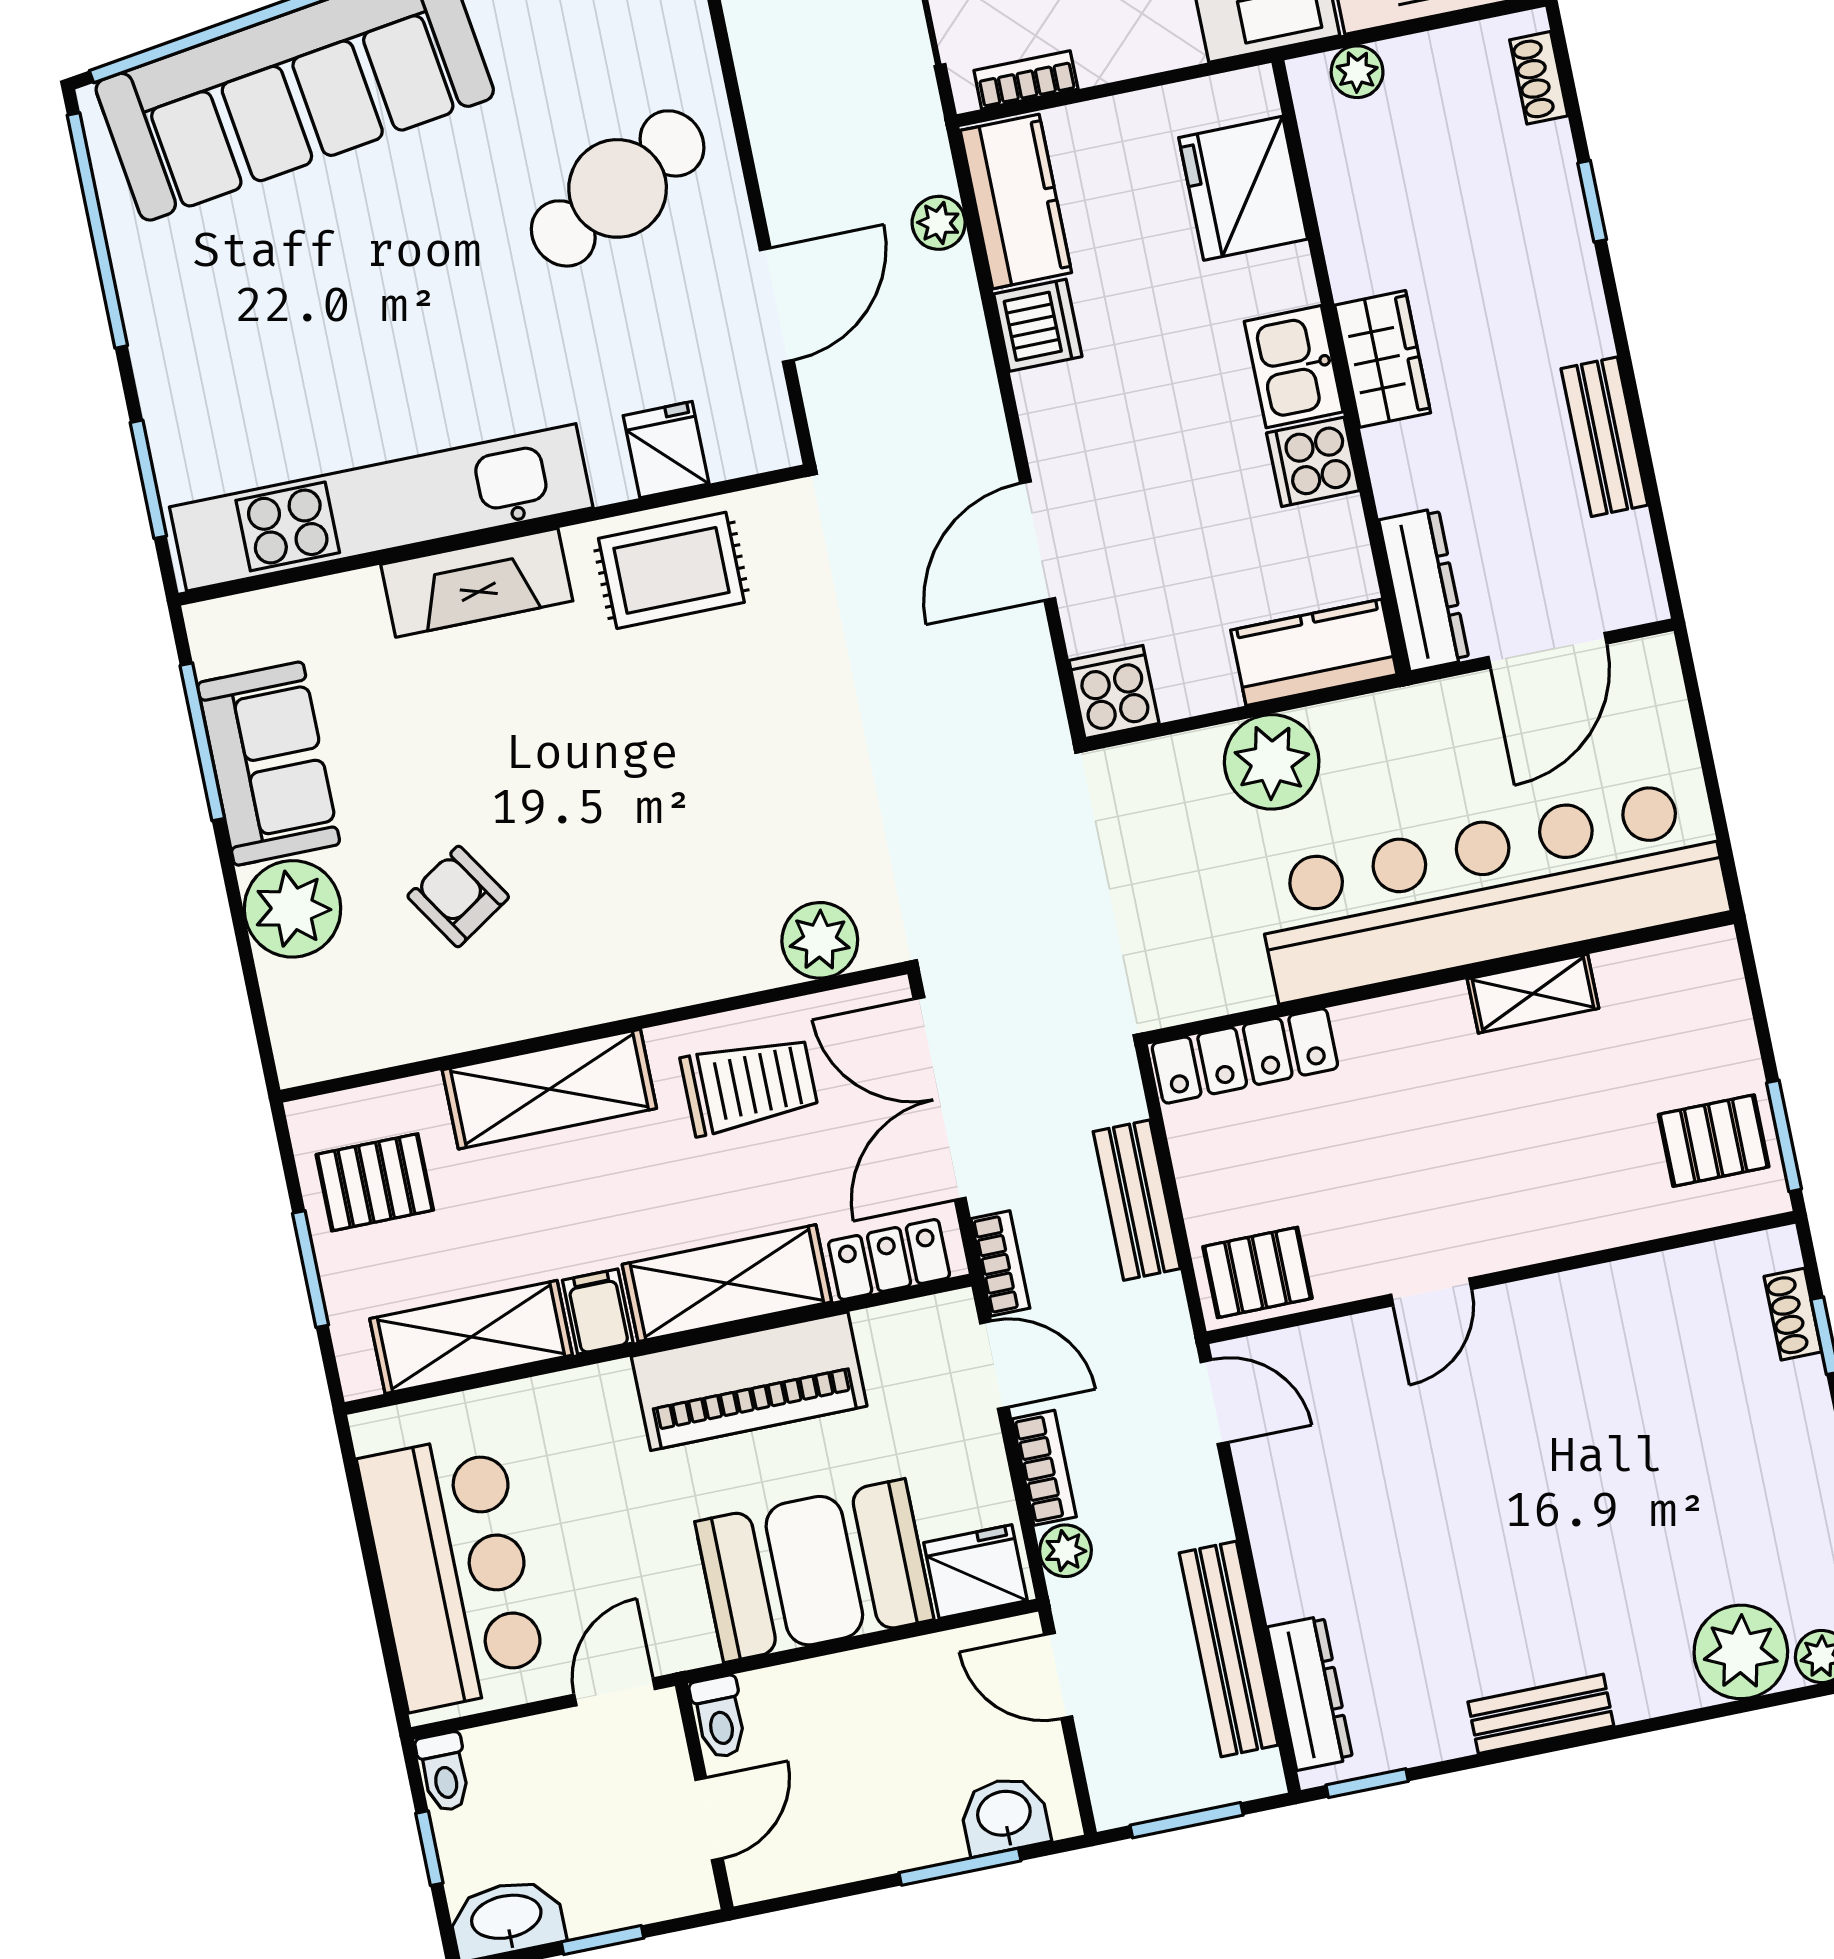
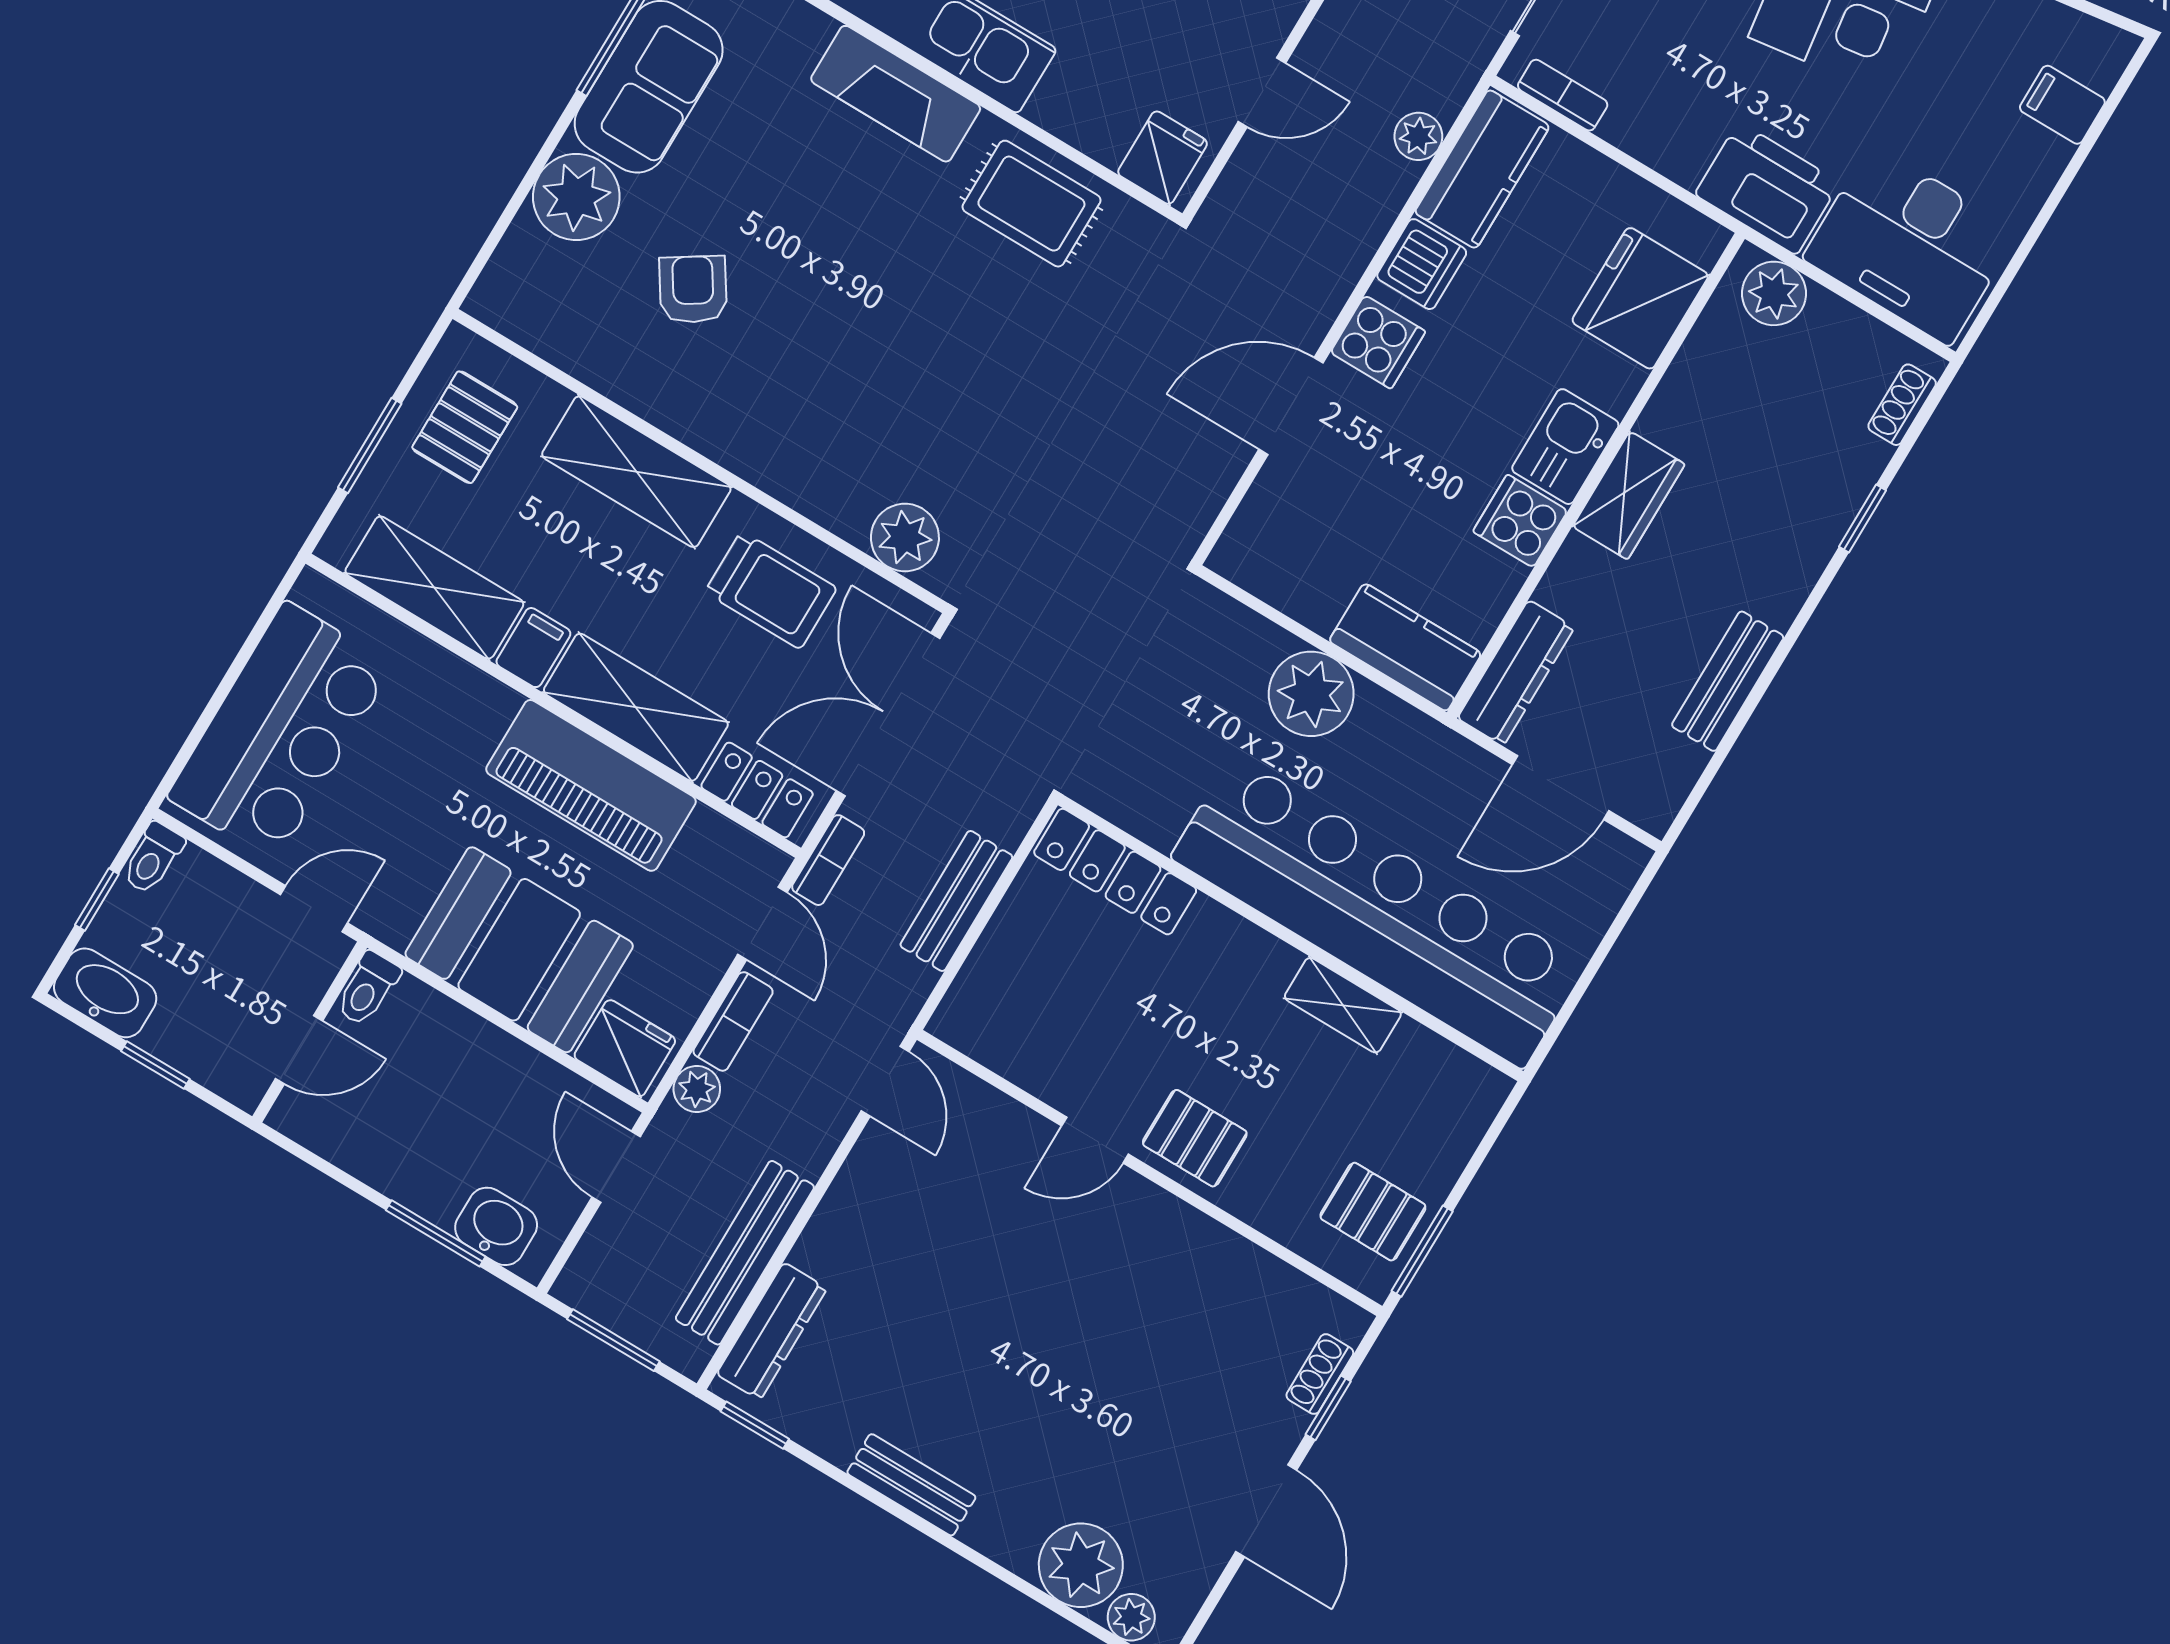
plant: (1357, 72) -> (1774, 293), width x1.38, depth x1.38
door: (777, 305) -> (1262, 92), width x0.73
fridge: (666, 450) -> (1163, 158), moved
cooker: (1114, 692) -> (1378, 342), moved, turned 90
pallet: (375, 1182) -> (465, 427), turned 90
pallet: (1257, 1272) -> (1195, 1138), moved

